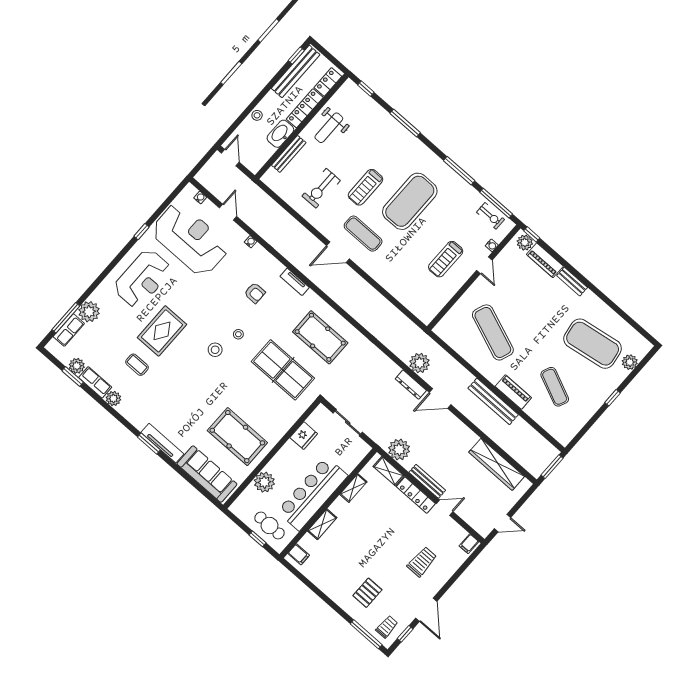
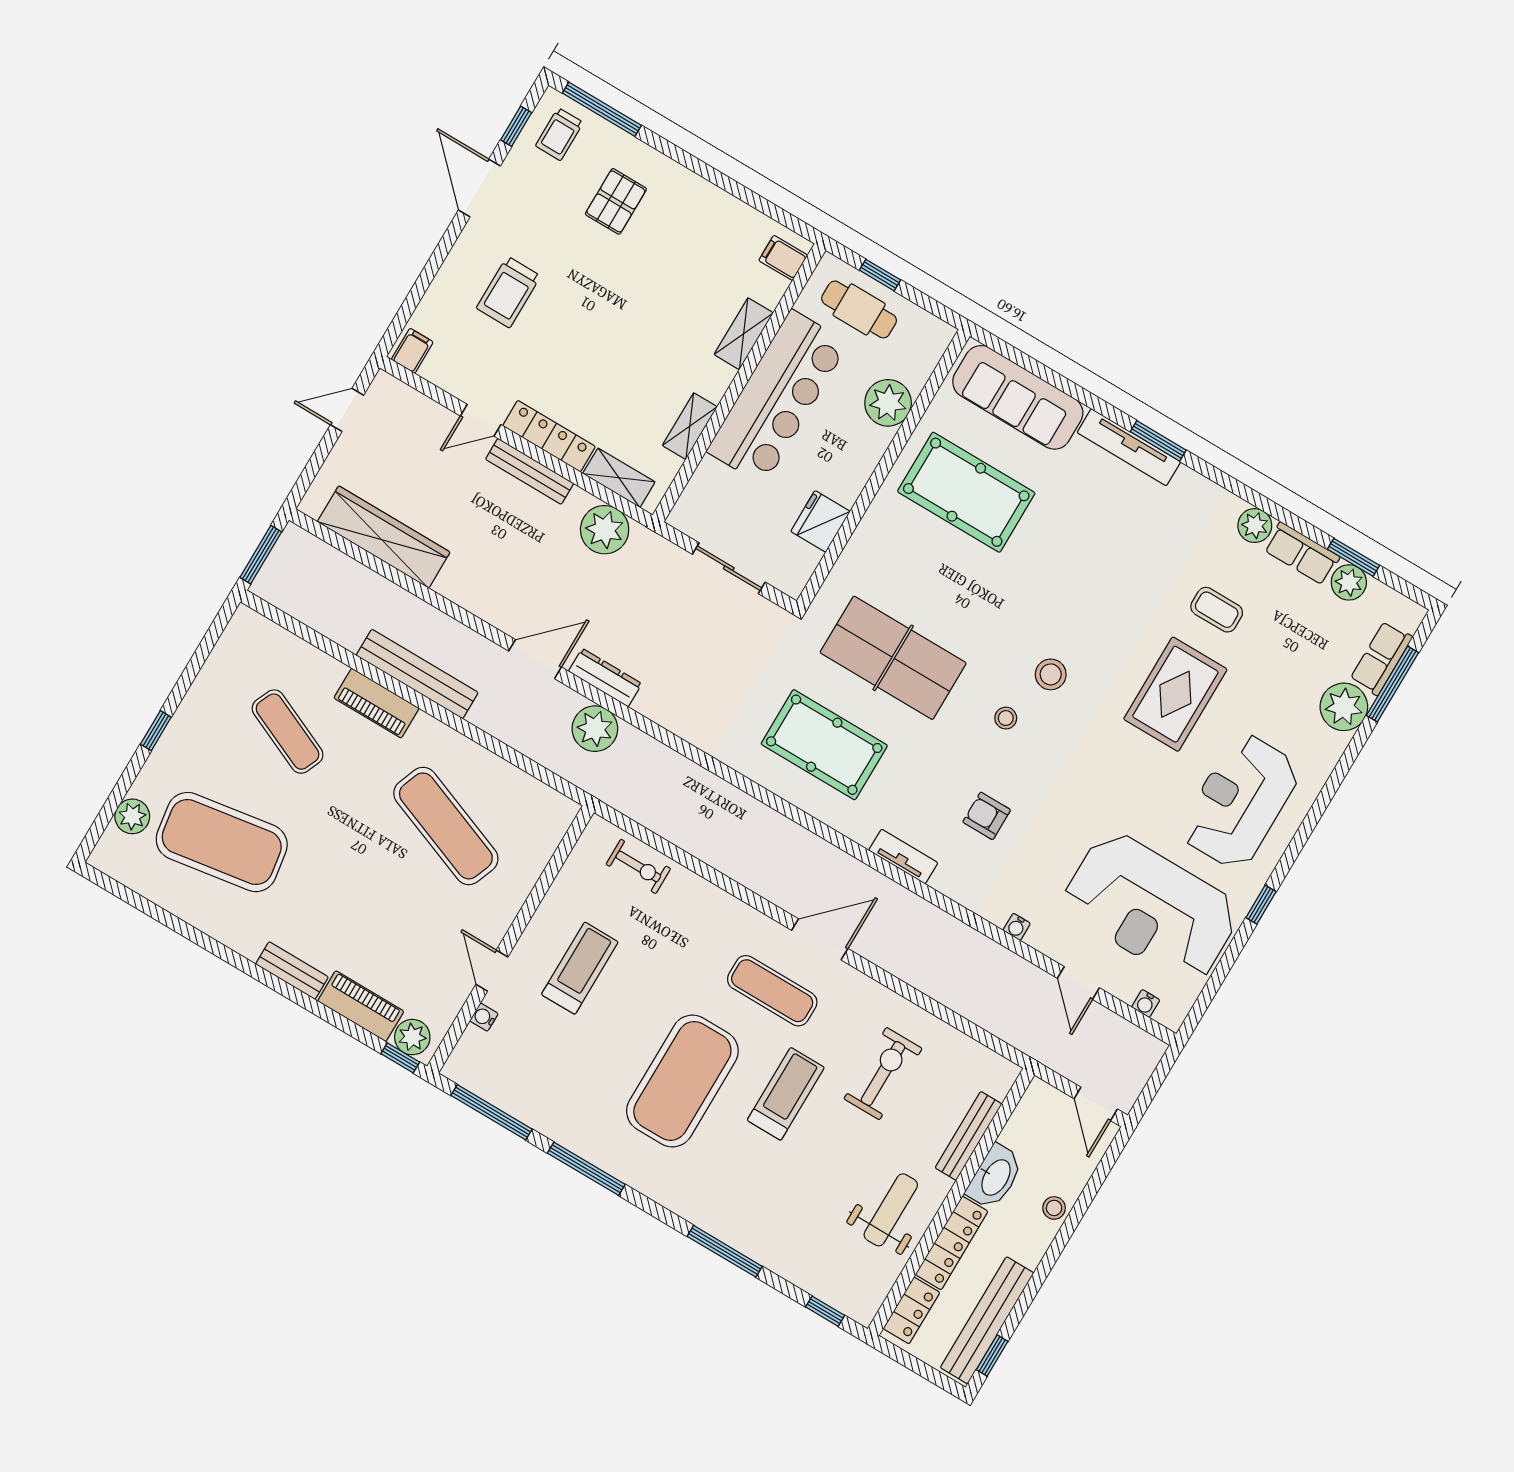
exercise bike: (490, 216) -> (638, 866), moved, turned 180

